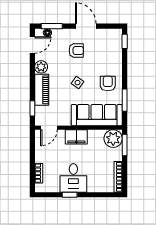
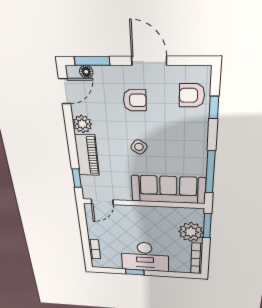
window: (125, 41) -> (214, 108), moved
armchair: (108, 83) -> (192, 95), moved, turned -90
window: (125, 100) -> (210, 172), width x1.44
filing cabinet: (76, 137) -> (140, 214), removed
plant: (113, 139) -> (191, 232), moved
desk: (73, 178) -> (145, 257), width x1.37

